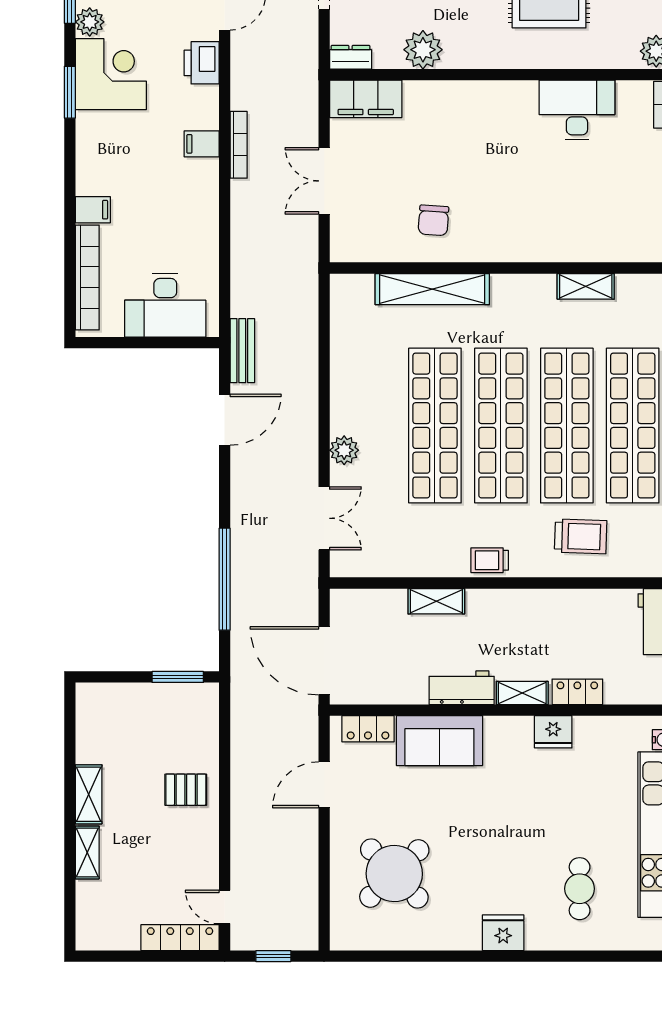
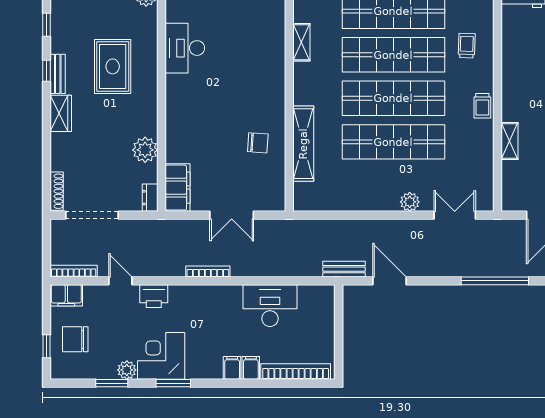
filing cabinet: (202, 144) -> (232, 368), moved, turned 180
desk: (165, 305) -> (270, 306), moved, turned -90
trolley: (581, 536) -> (467, 46), width x0.73, depth x0.72

